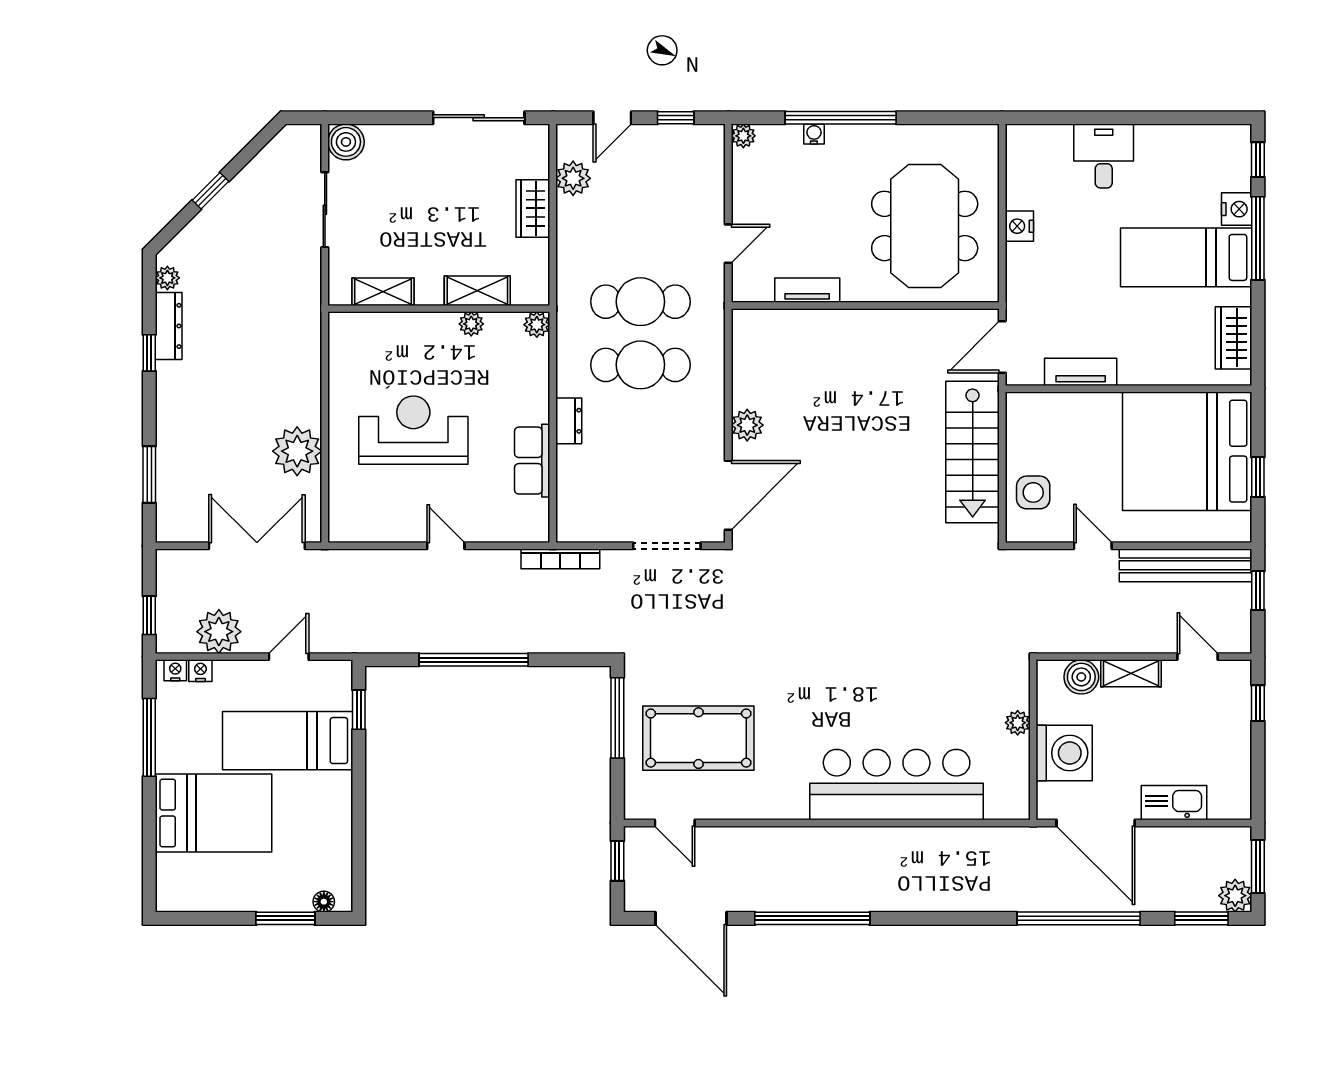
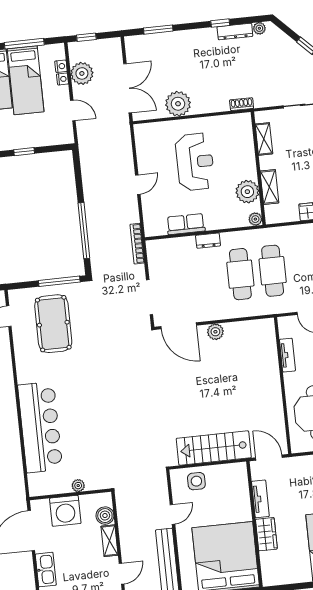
plant: (471, 324) -> (247, 192), width x1.88, depth x1.88
shoe rack: (311, 328) -> (242, 104), added
wardrobe: (1234, 338) -> (266, 534), moved, turned 90
window: (474, 660) -> (84, 231), moved
nightstand: (175, 670) -> (63, 79), moved
window: (359, 710) -> (24, 152), moved
bed: (288, 741) -> (26, 80), moved, turned 180

